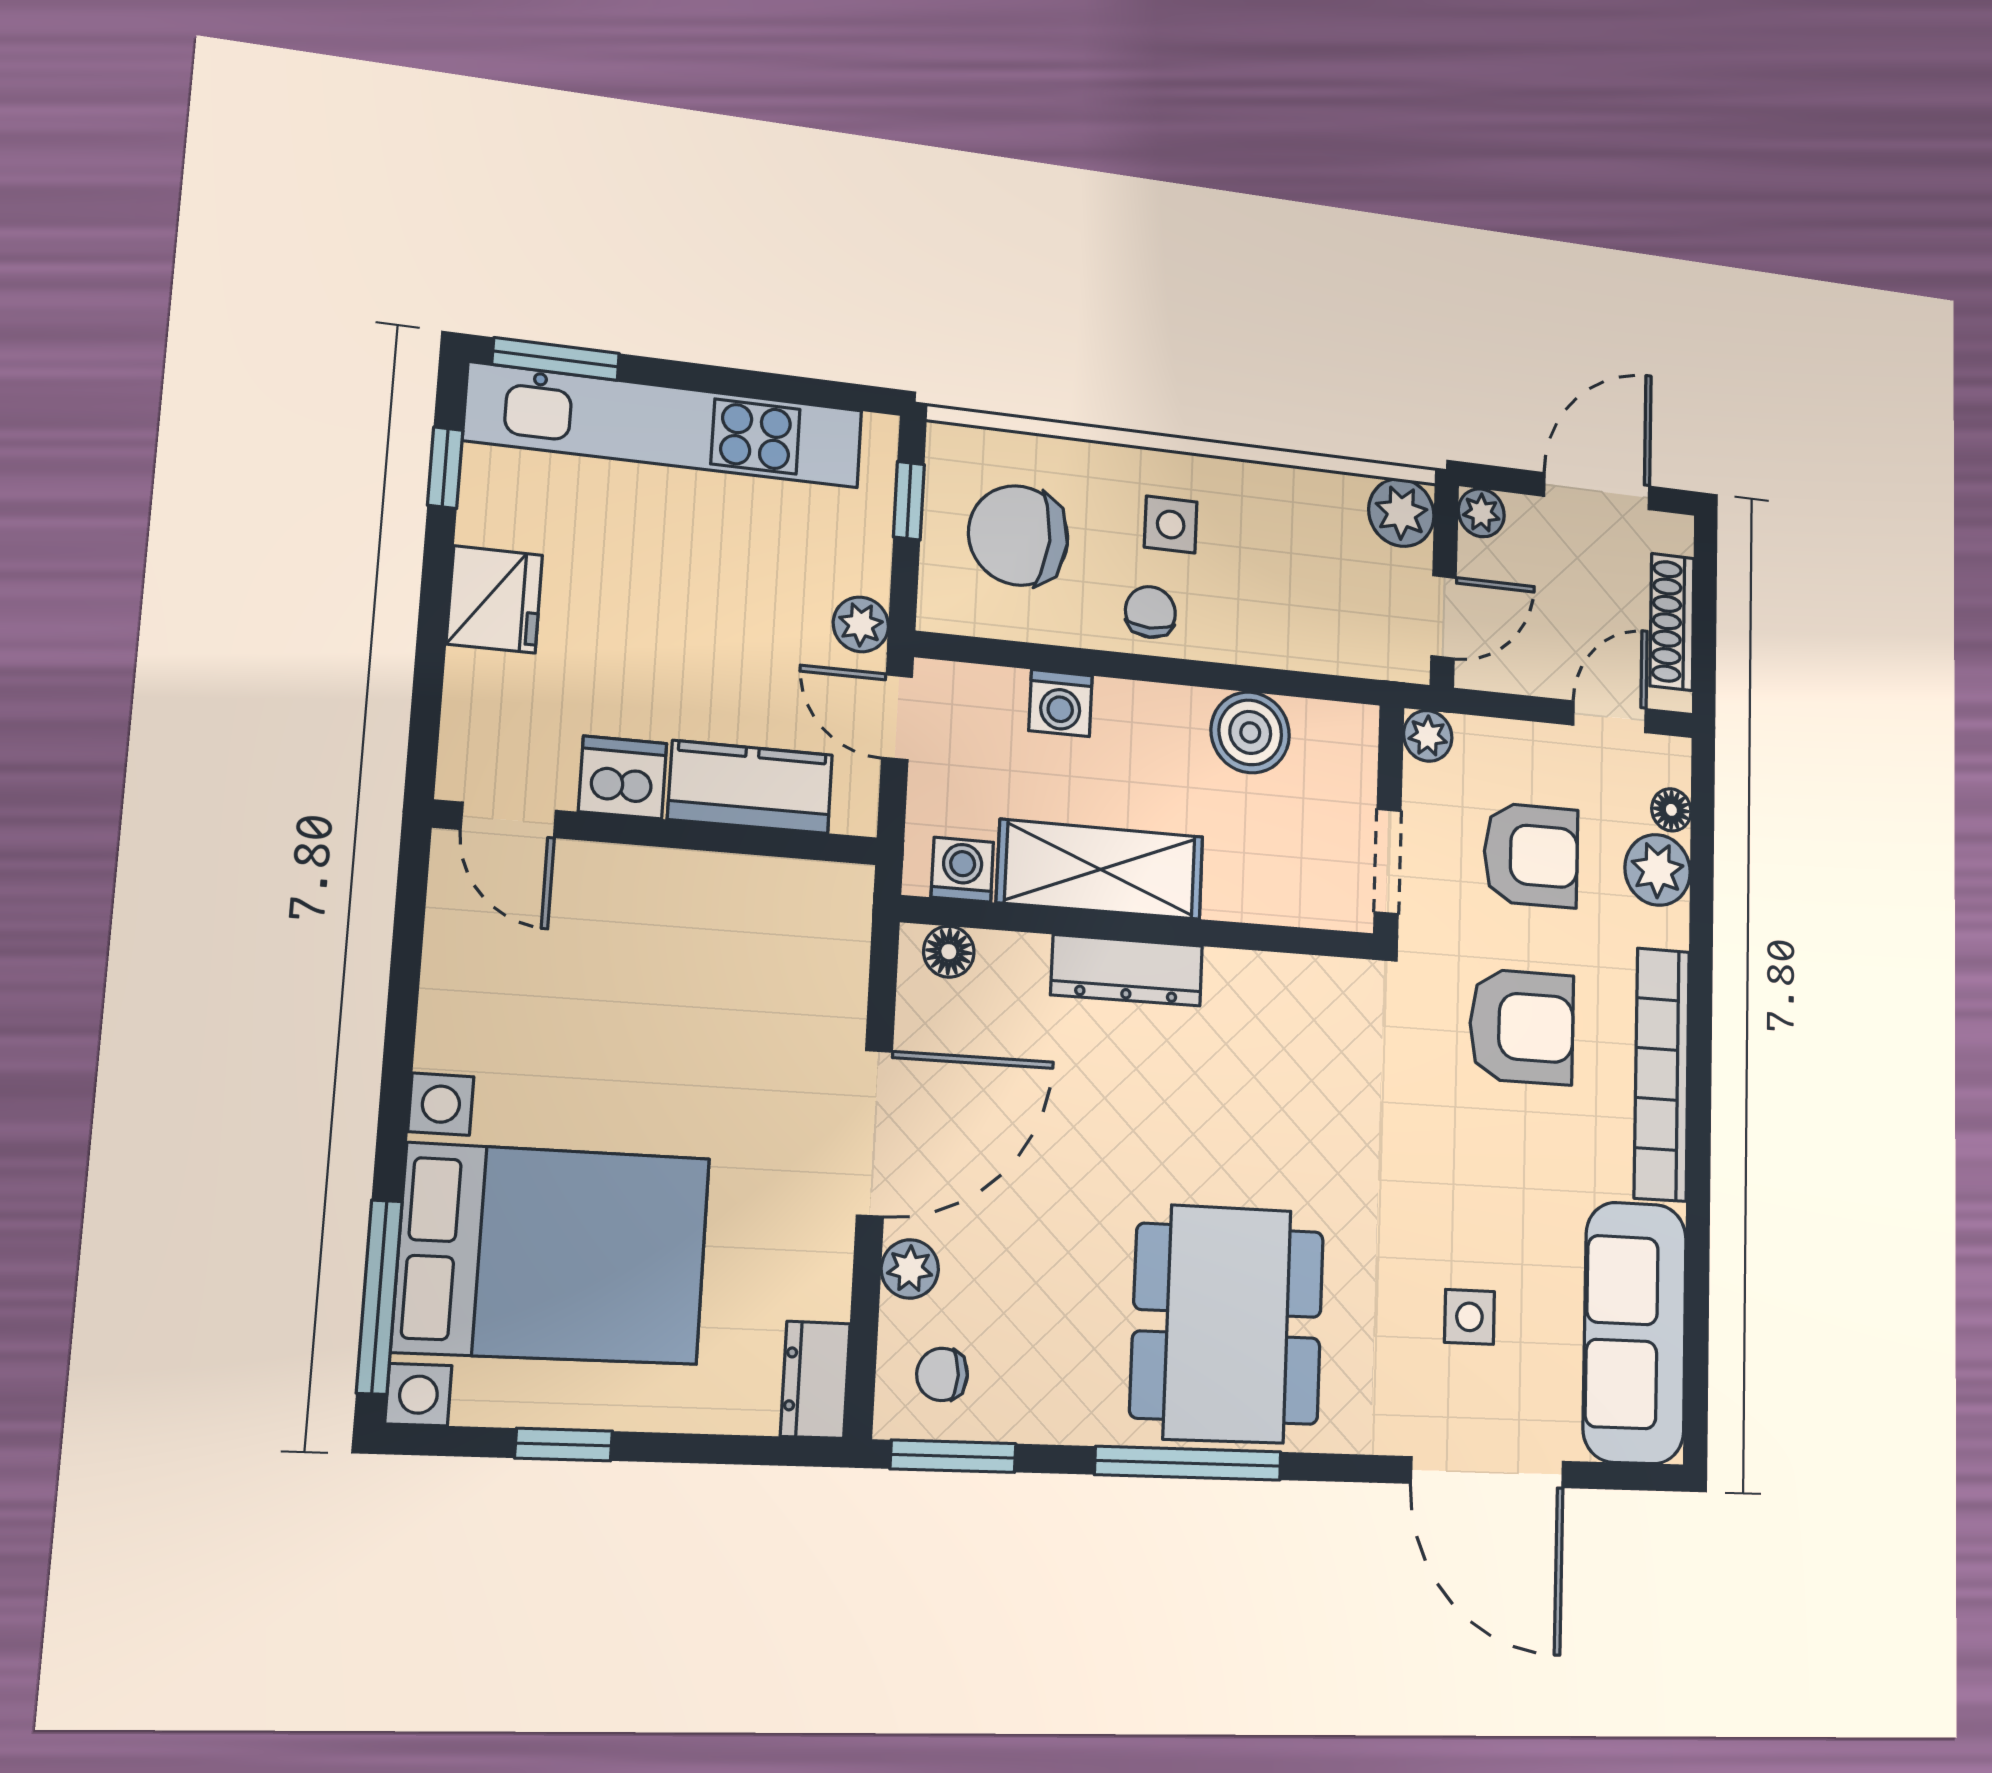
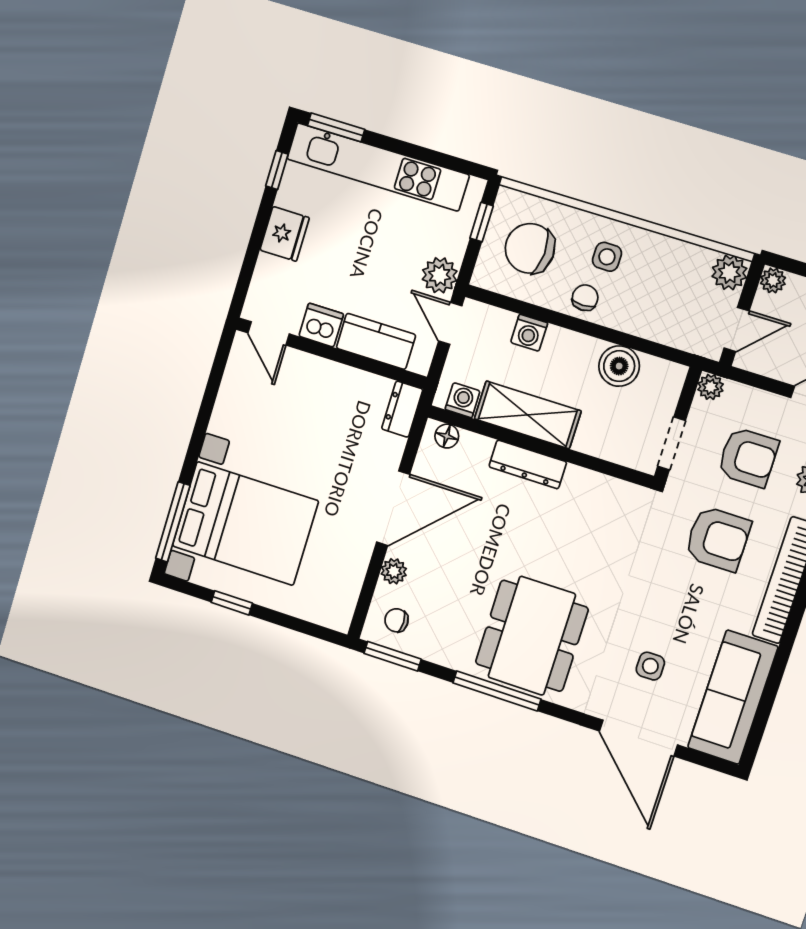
plant: (861, 624) -> (440, 275), width x1.38, depth x1.38
dresser: (815, 1380) -> (402, 409), moved

